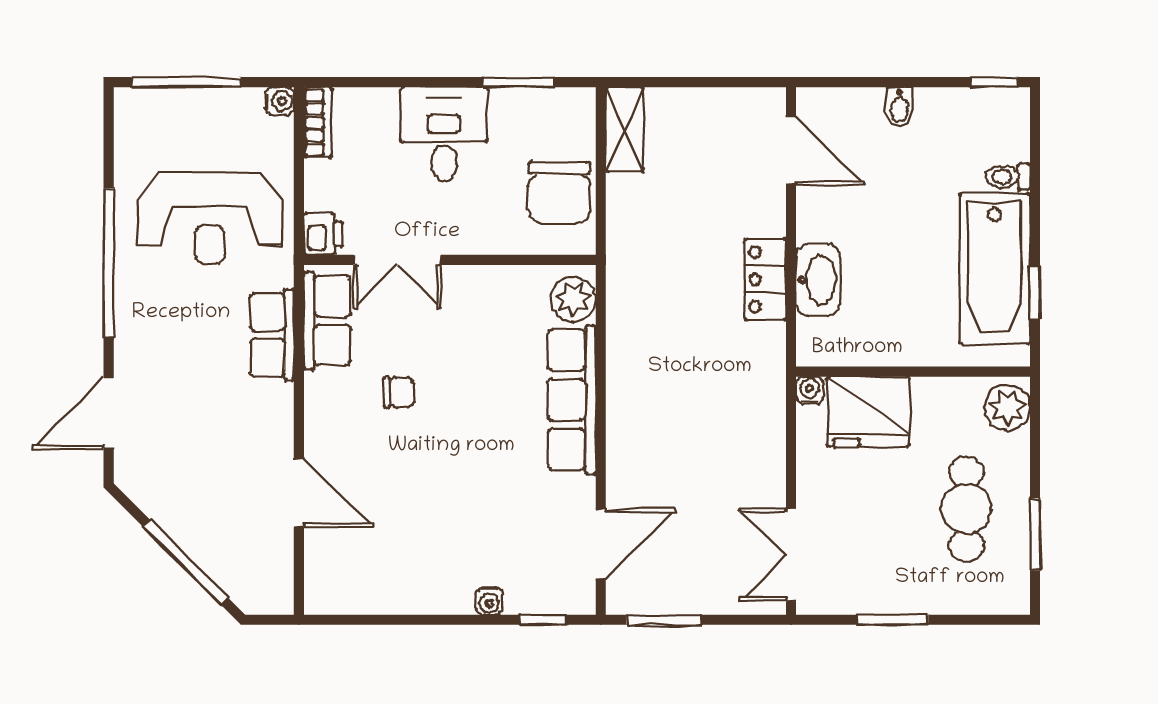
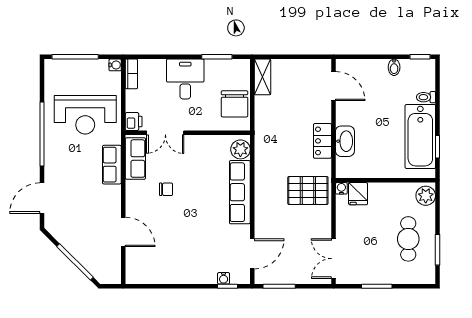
bidet: (900, 107) -> (394, 67), moved
pallet: (731, 395) -> (308, 190), added
fridge: (868, 412) -> (358, 194), width x0.53, depth x0.75
water cooler: (489, 601) -> (224, 278), moved

